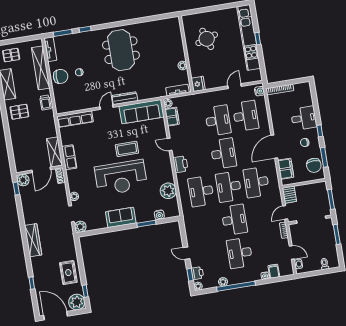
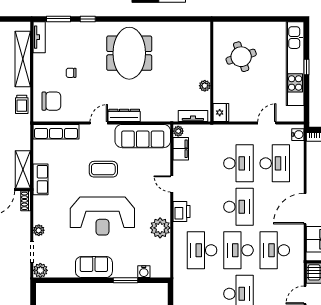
chair: (61, 76) -> (51, 101), moved
coffee table: (127, 149) -> (103, 169), moved
plant: (168, 191) -> (160, 228), moved

